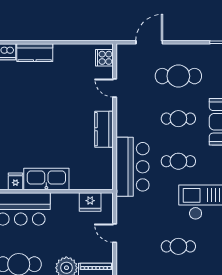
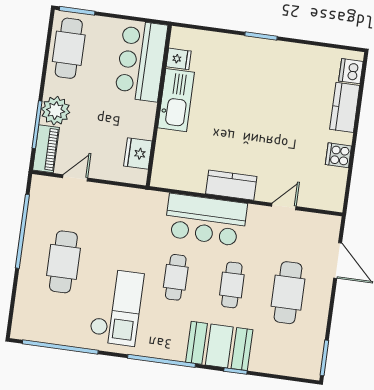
cooker: (104, 58) -> (338, 155), moved, turned -90
bar counter: (132, 167) -> (206, 220), moved
door: (115, 233) -> (75, 178), moved
cafe table: (178, 246) -> (63, 262), width x1.37, depth x1.35

